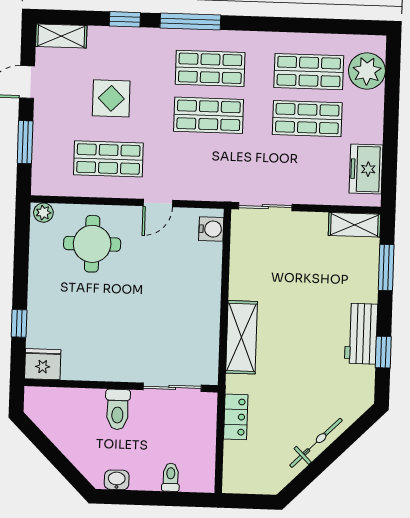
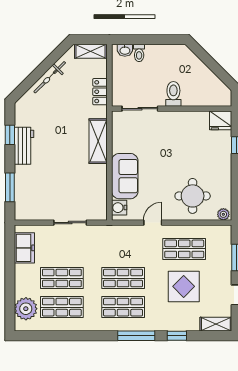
display table: (111, 98) -> (184, 286), width x1.36, depth x1.36
sliding door: (265, 207) -> (70, 223), moved
shelving: (354, 225) -> (90, 51), moved
sofa: (200, 279) -> (125, 176), added
washbasin: (117, 480) -> (125, 50), moved

